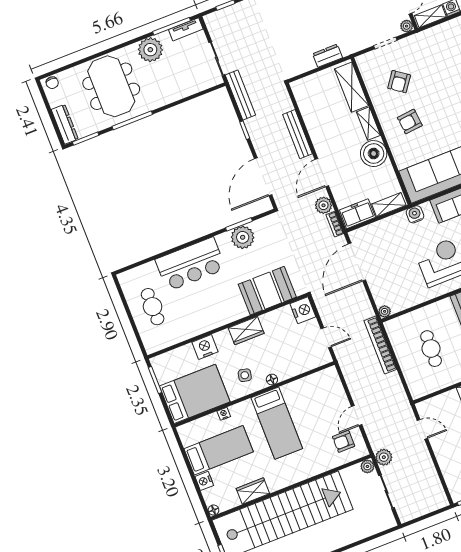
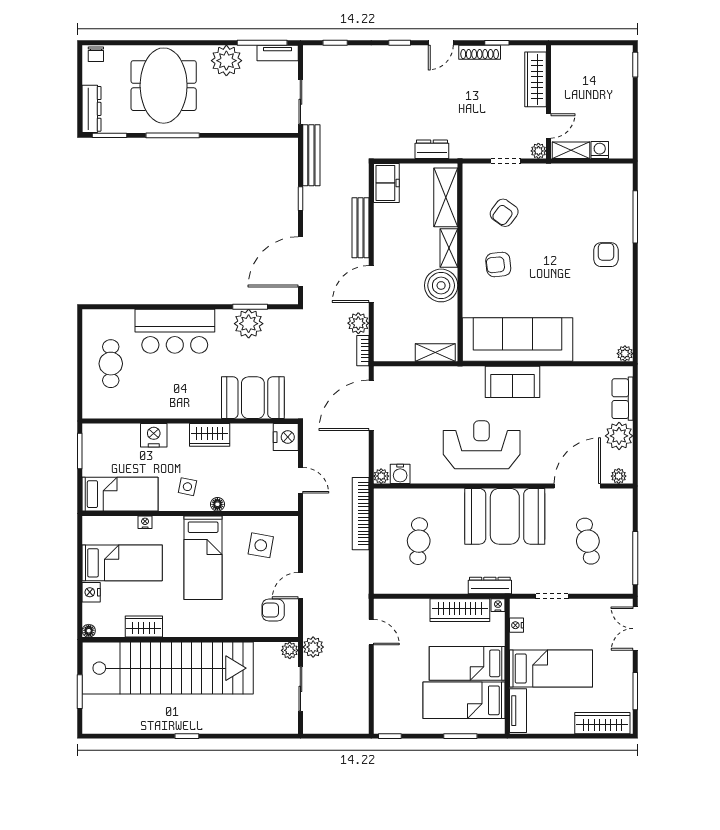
freezer: (357, 214) -> (386, 183), moved, turned 90
water cooler: (415, 214) -> (400, 474), moved, turned 180
bed: (195, 394) -> (120, 494), width x0.67
side table: (316, 397) -> (261, 545), added

